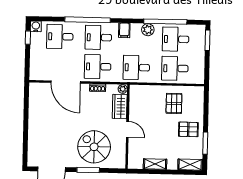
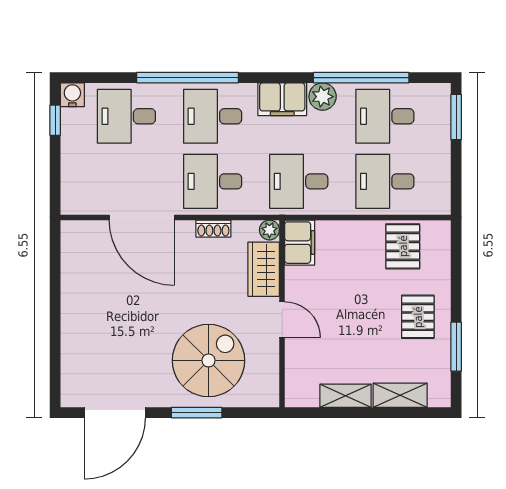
filing cabinet: (124, 30) -> (282, 99), width x2.00
filing cabinet: (136, 95) -> (300, 243), added
pallet: (174, 103) -> (403, 246), moved
pallet: (188, 129) -> (418, 317), turned 90
spiral stairs: (94, 147) -> (209, 360), turned 90
shelving: (190, 165) -> (400, 395), moved

